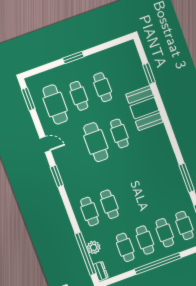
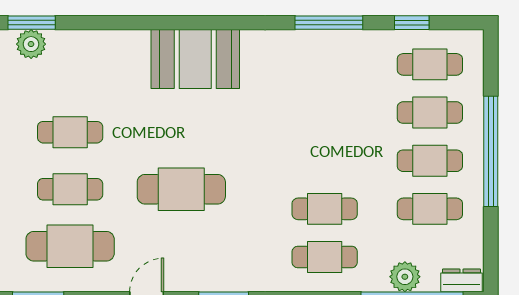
plant: (133, 58) -> (31, 44), added
window: (149, 73) -> (32, 23), moved
booth: (144, 108) -> (195, 59), moved
cafe table: (119, 133) -> (181, 132), removed

